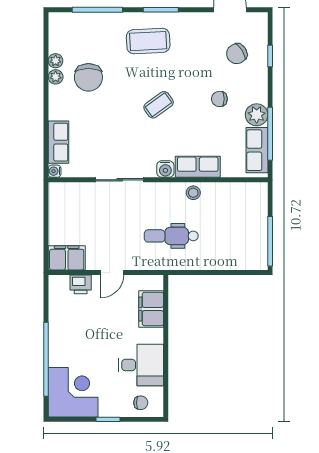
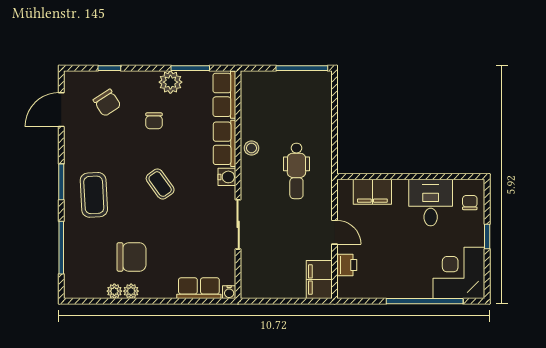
window: (270, 134) -> (190, 68), width x0.69
row of seats: (257, 150) -> (224, 95), moved, turned 90

